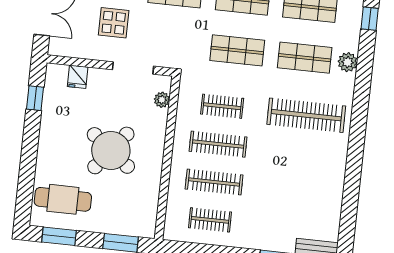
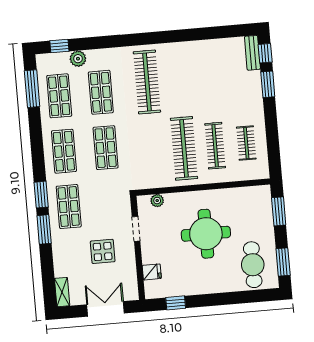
plant: (348, 62) -> (78, 59), moved
doorway: (133, 68) -> (136, 229), width x0.73
clothes rail: (222, 106) -> (153, 151), removed
clothes rail: (218, 144) -> (184, 148), width x1.37, depth x1.31
round table: (111, 150) -> (206, 234), turned -38

